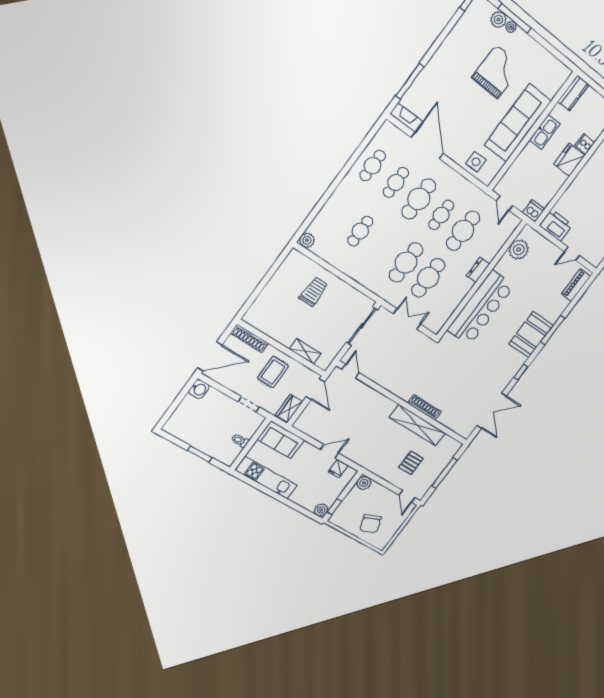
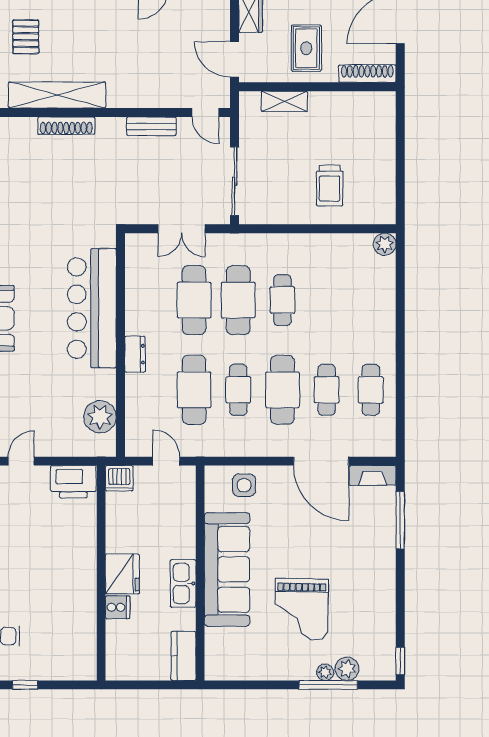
cafe table: (360, 231) -> (282, 300), moved
bench: (383, 381) -> (151, 126), added

